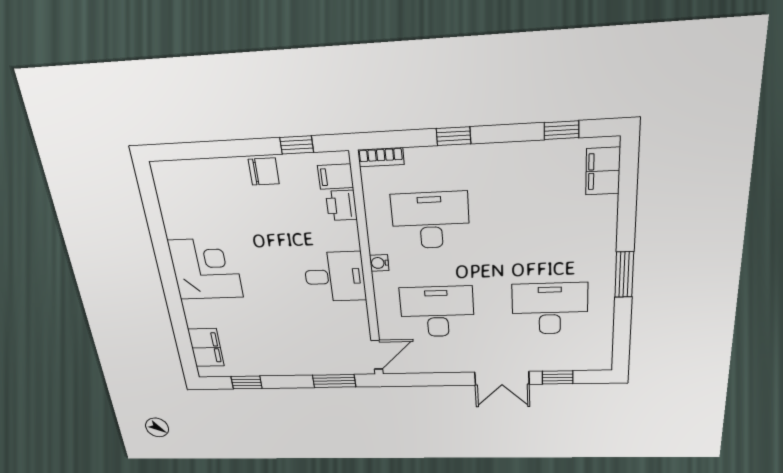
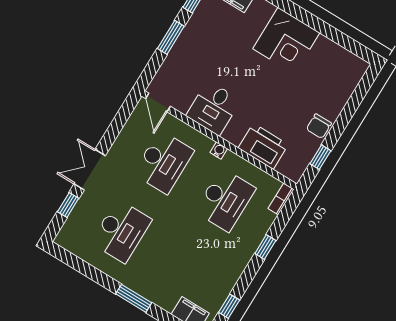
filing cabinet: (336, 177) -> (288, 165), removed
printer: (341, 205) -> (263, 146), width x1.87, depth x1.48
window: (624, 275) -> (134, 298), moved
desk: (335, 277) -> (213, 108), moved
window: (334, 381) -> (171, 37), moved

